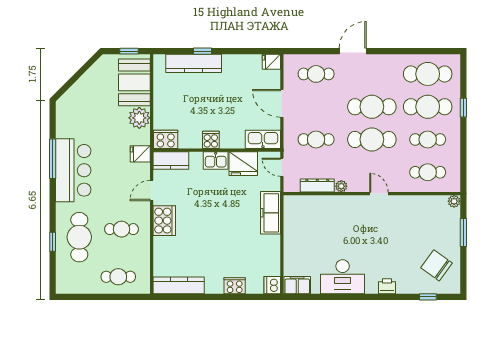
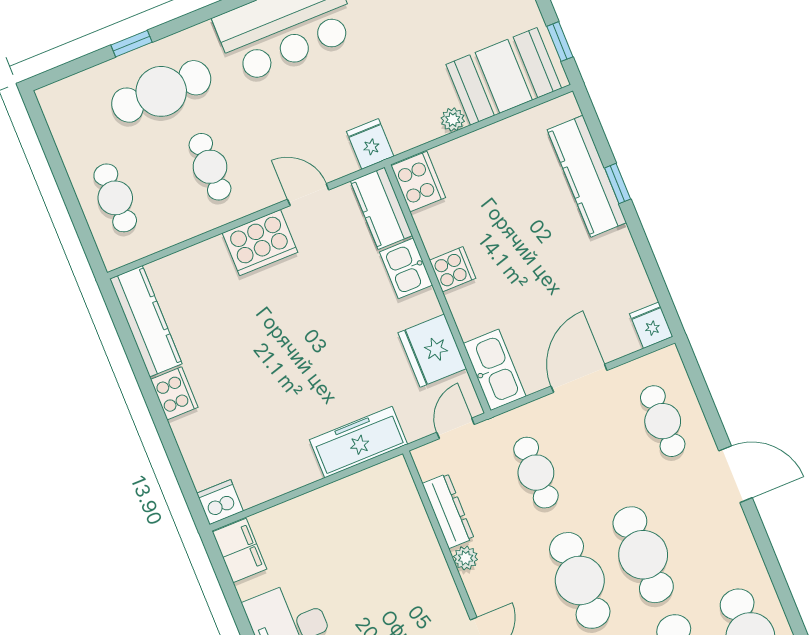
plant: (139, 118) -> (453, 120), width x0.53, depth x0.53
kitchen sink: (216, 160) -> (406, 268), moved
cooker: (235, 286) -> (174, 393), moved

